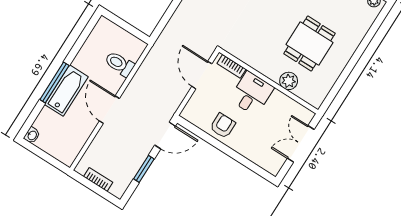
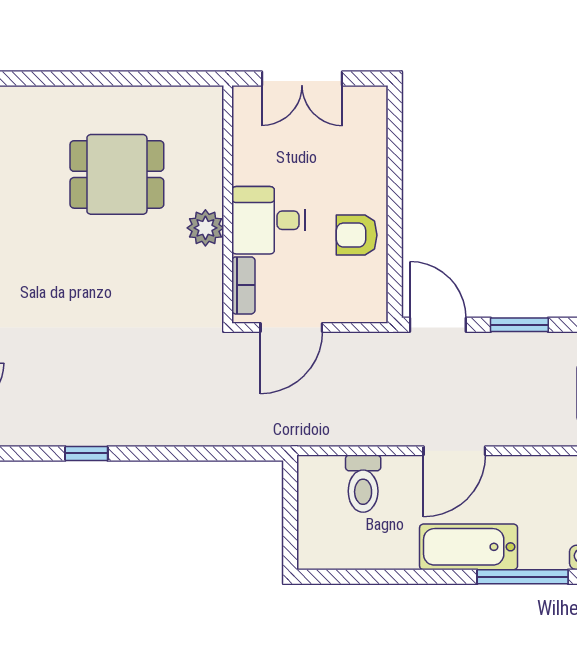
plant: (289, 81) -> (205, 228), moved
window: (54, 83) -> (523, 577), moved

